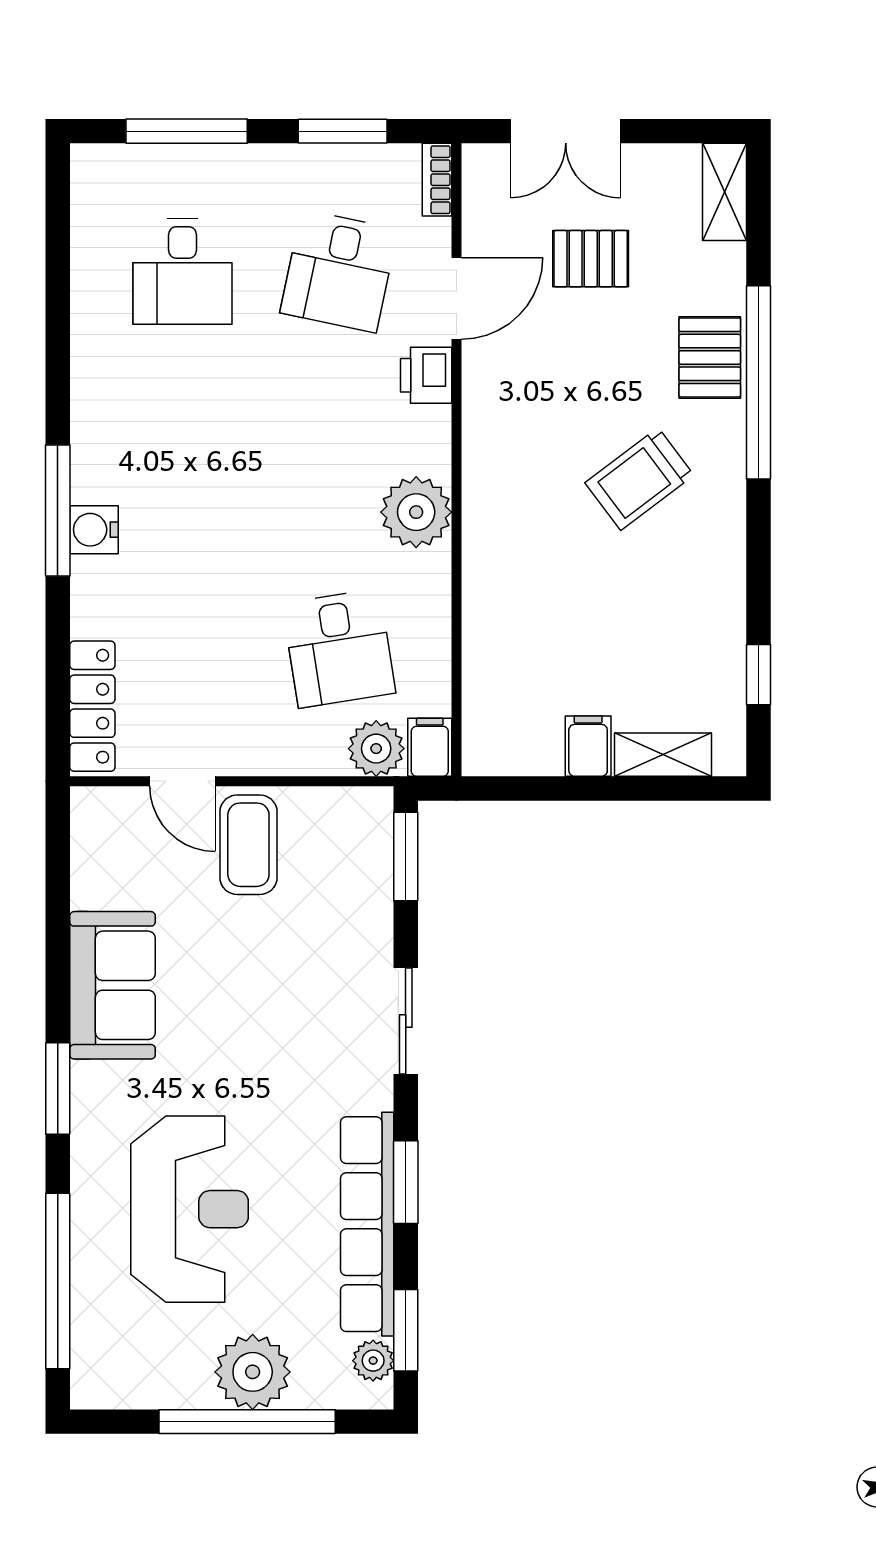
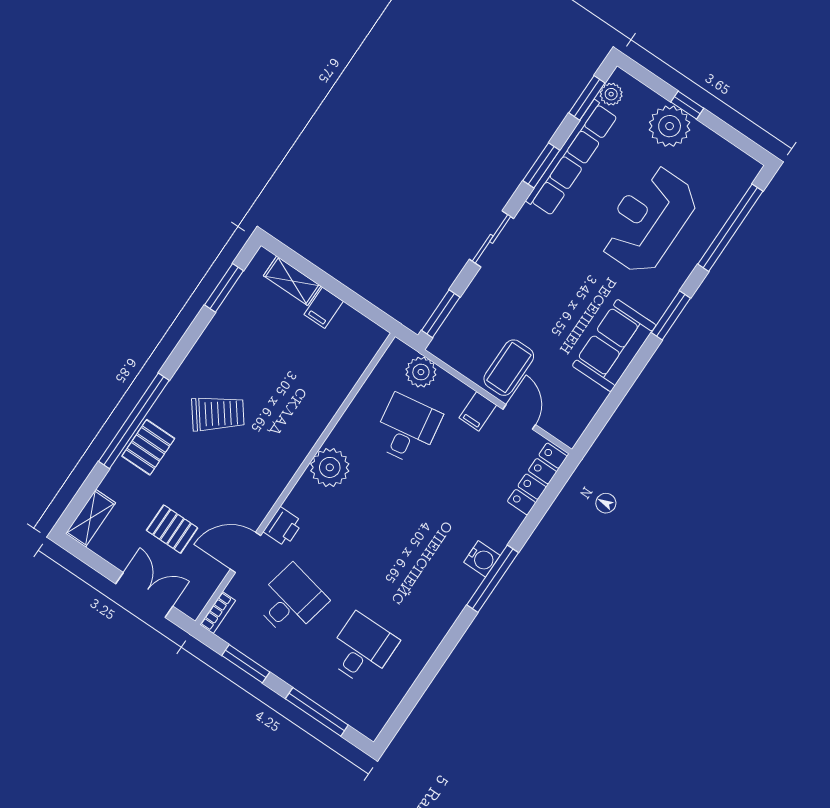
window: (759, 675) -> (224, 288), width x1.50
filing cabinet: (430, 747) -> (478, 411), moved
window: (247, 1422) -> (687, 105), width x0.32

